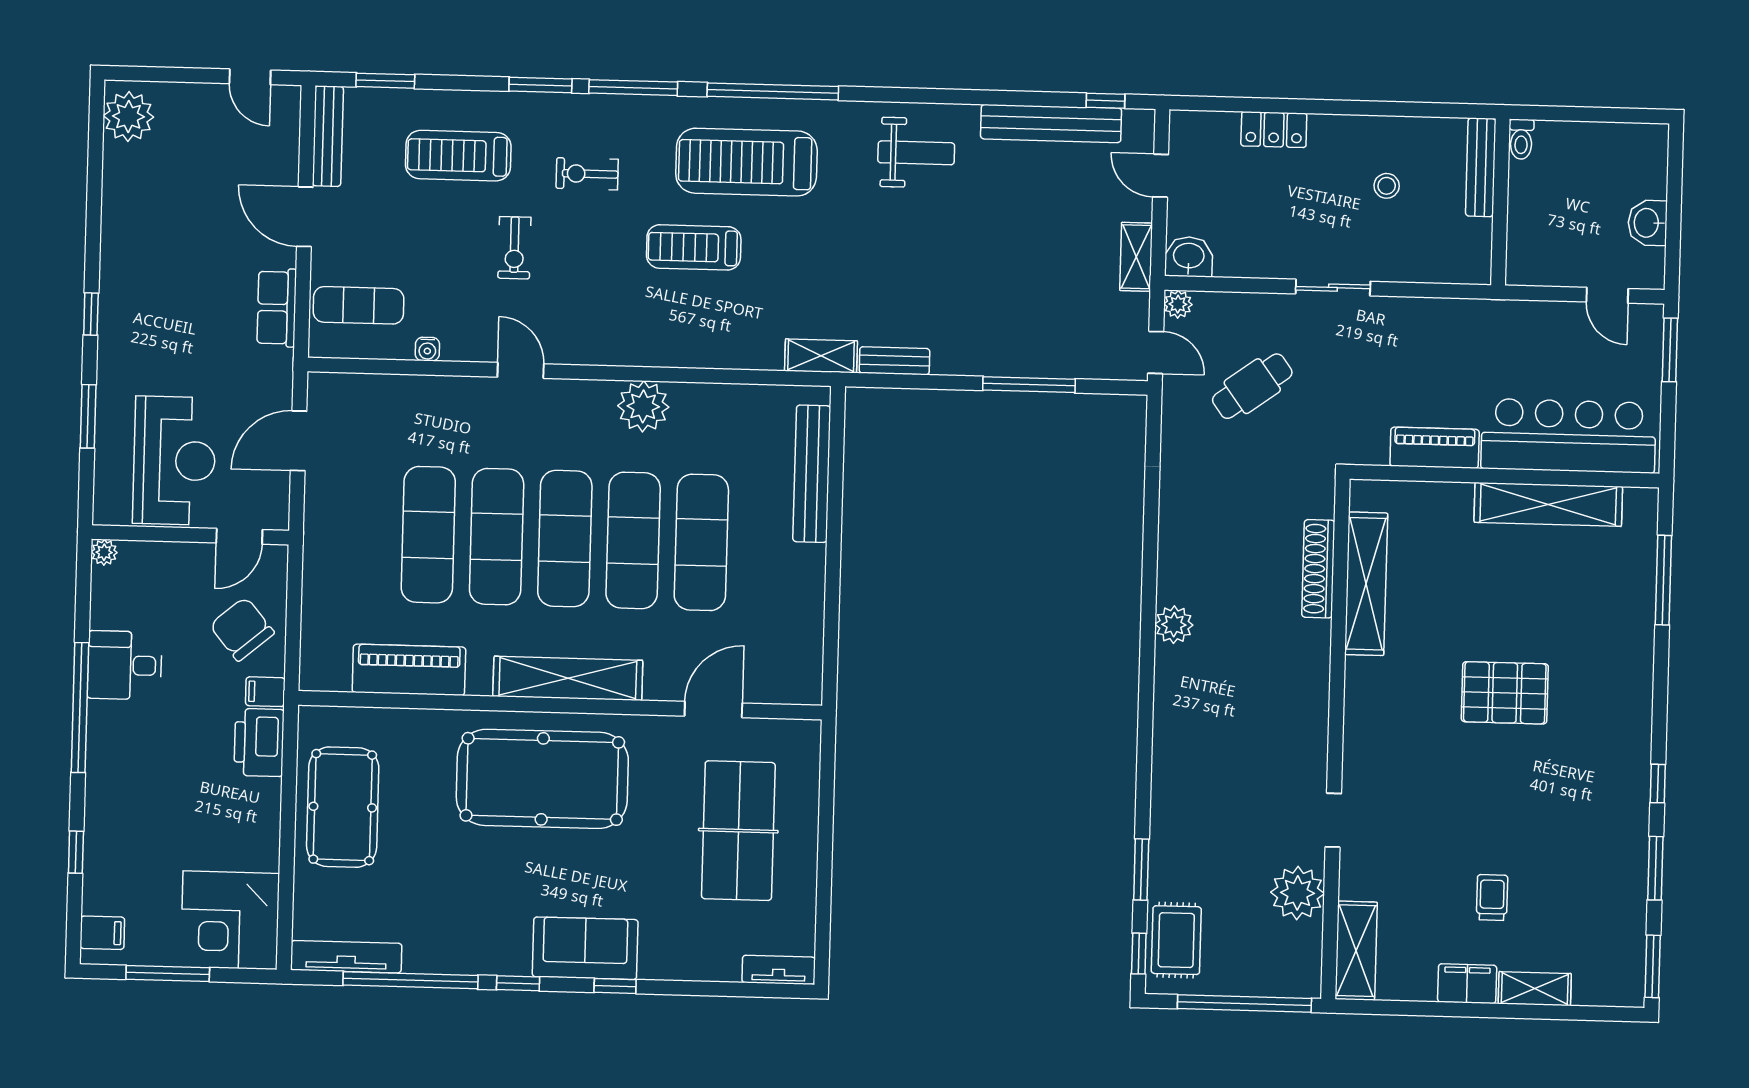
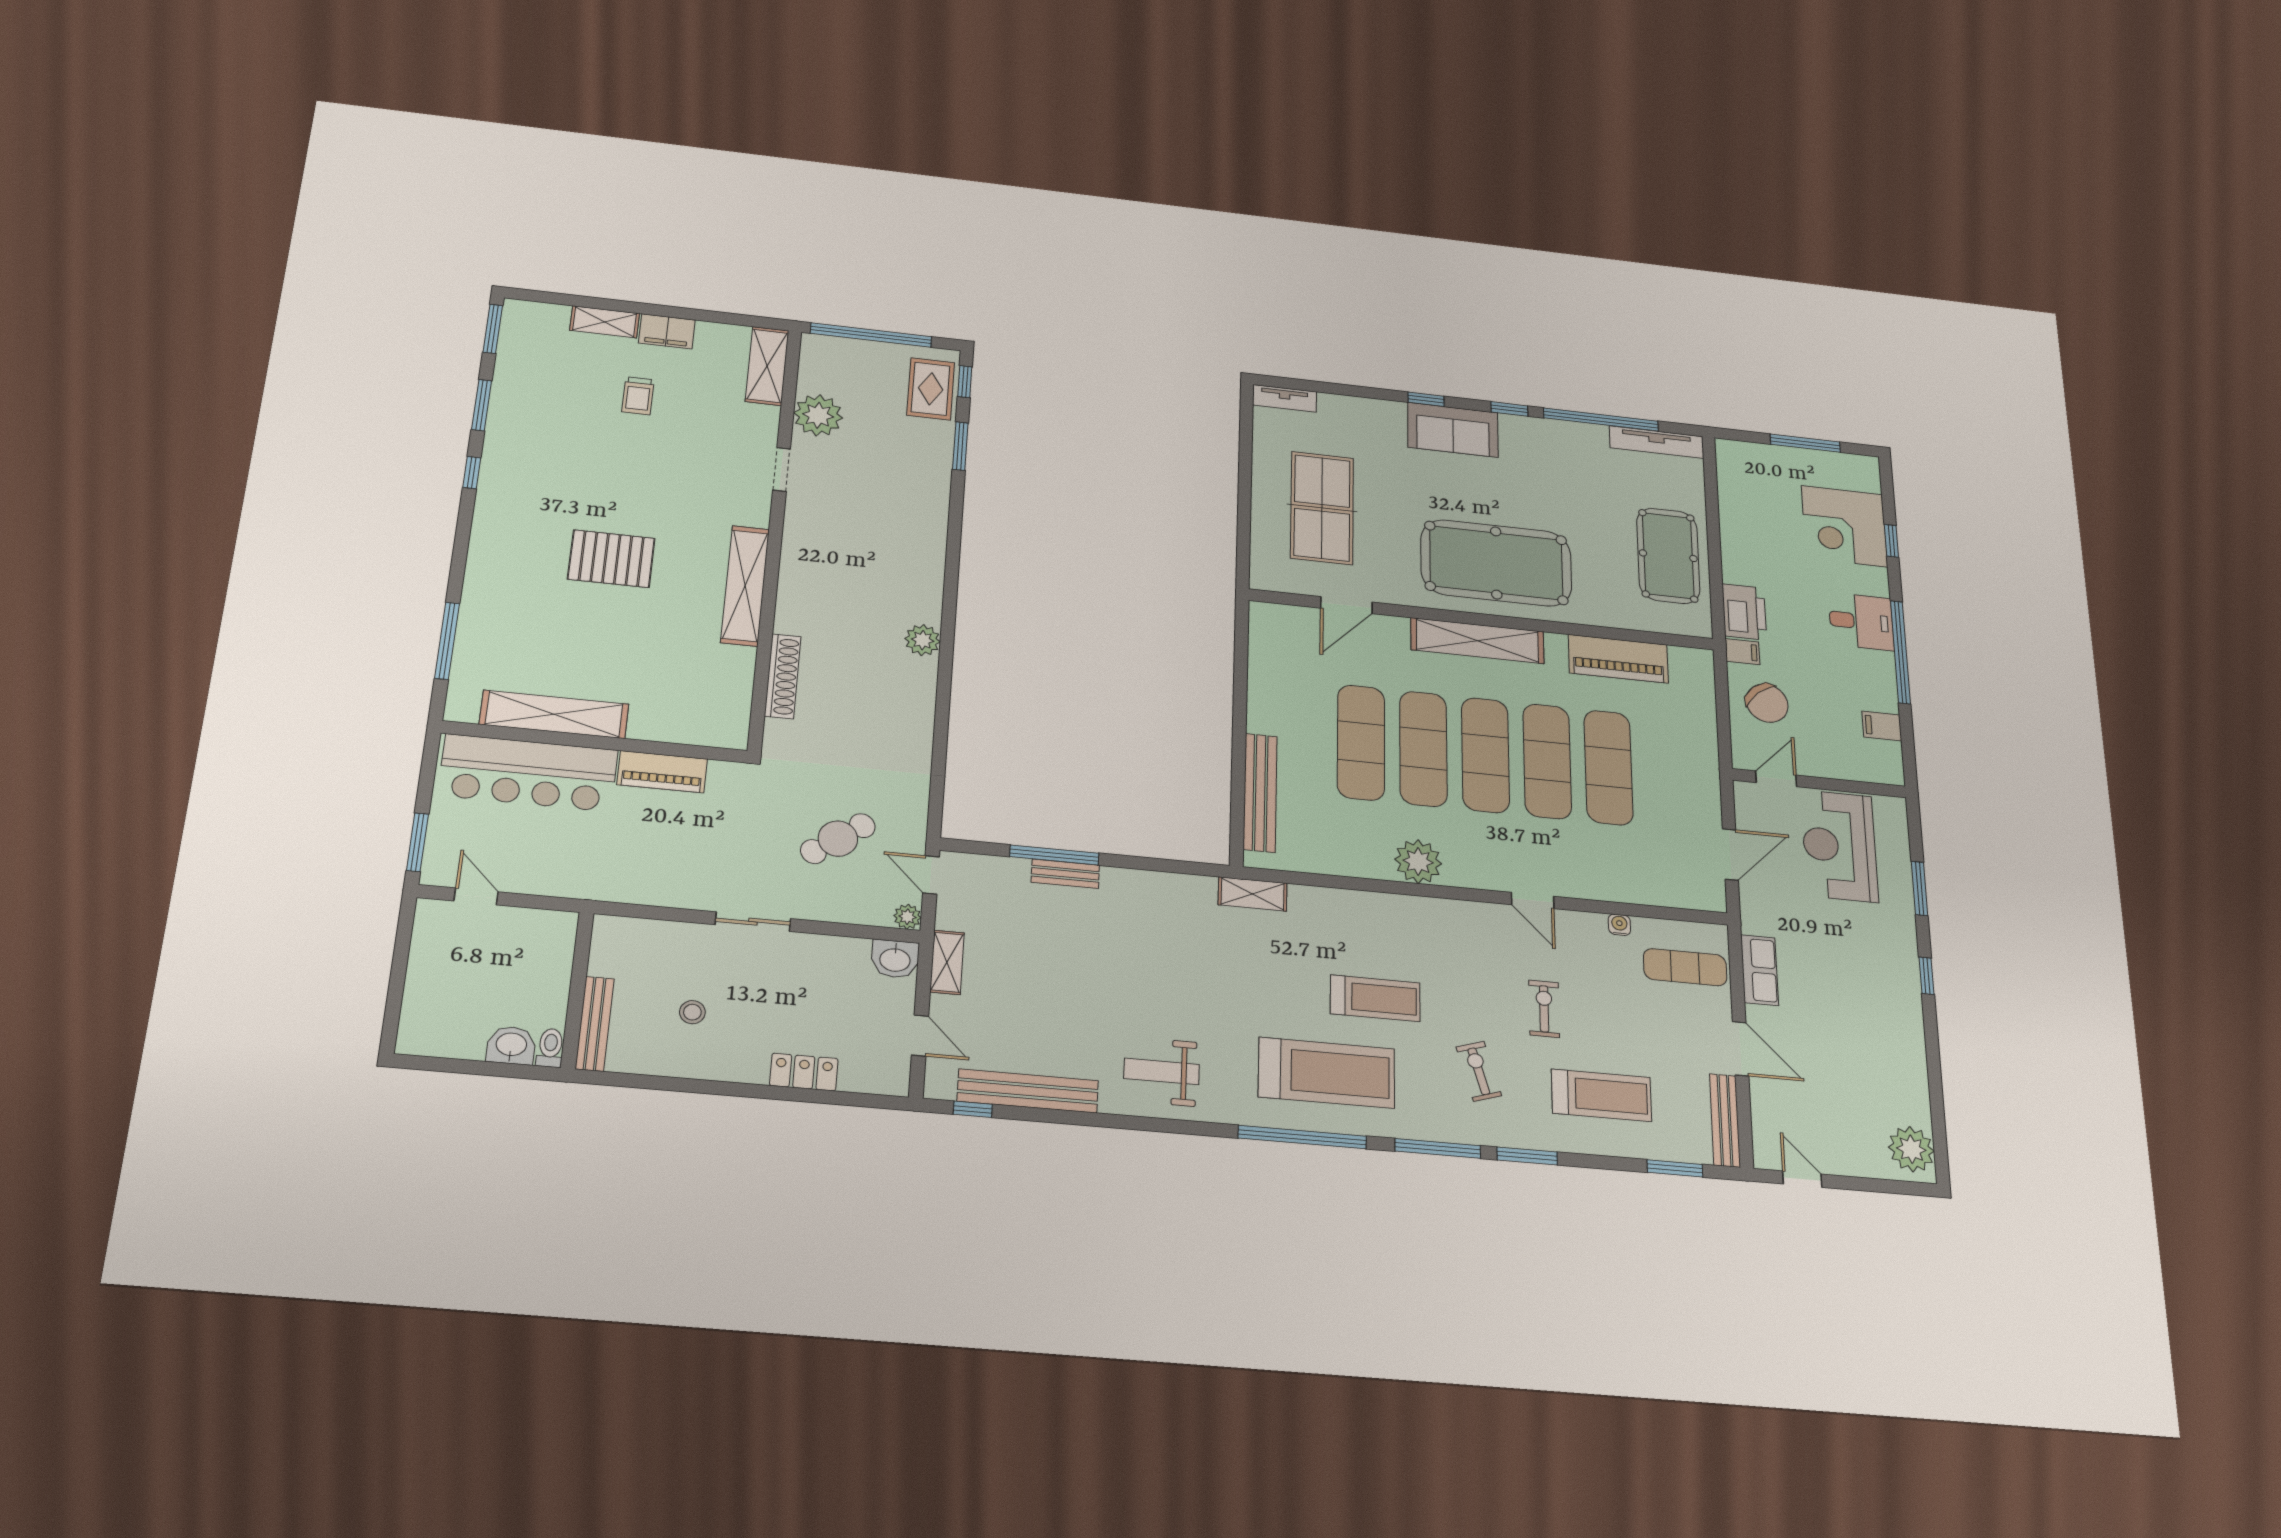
exercise bike: (587, 174) -> (1479, 1071), turned -107
washbasin: (1647, 223) -> (511, 1045), moved, turned -90
bench: (894, 361) -> (1065, 874), moved
plant: (104, 552) -> (1893, 775), removed
shelving: (1366, 584) -> (745, 586), moved
desk: (125, 665) -> (1861, 621), moved
corner desk: (230, 920) -> (1844, 526), moved, turned 180
filing cabinet: (102, 933) -> (1882, 726), moved

